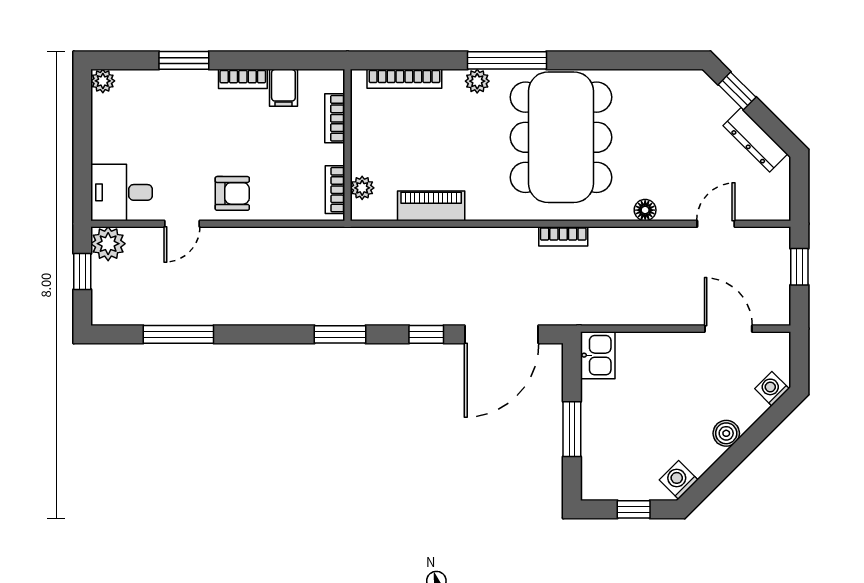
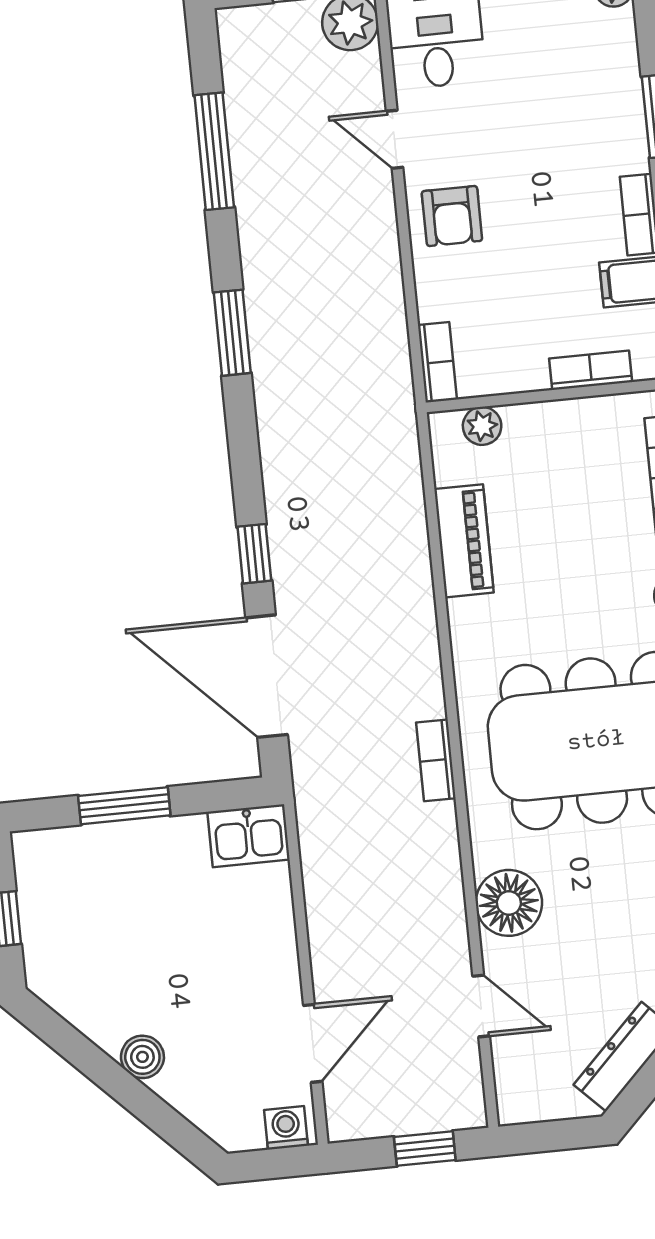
bookcase: (335, 190) -> (437, 362), moved, turned 90
floor lamp: (645, 210) -> (509, 903), width x1.89, depth x1.89
window: (340, 334) -> (232, 333), moved
washing machine: (772, 389) -> (286, 1128), moved, turned -45
washing machine: (679, 480) -> (59, 987), removed

